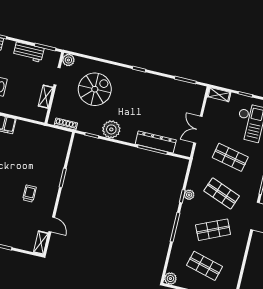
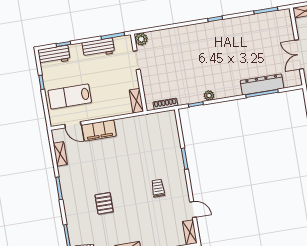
spiral stairs: (95, 89) -> (180, 57), removed
shelving: (46, 97) -> (136, 101), moved
plant: (111, 129) -> (209, 96), width x0.53, depth x0.53

